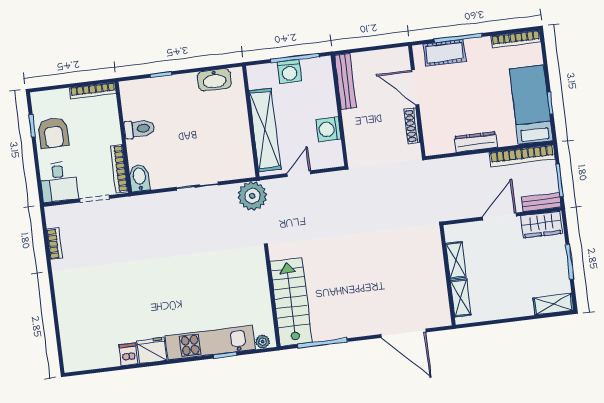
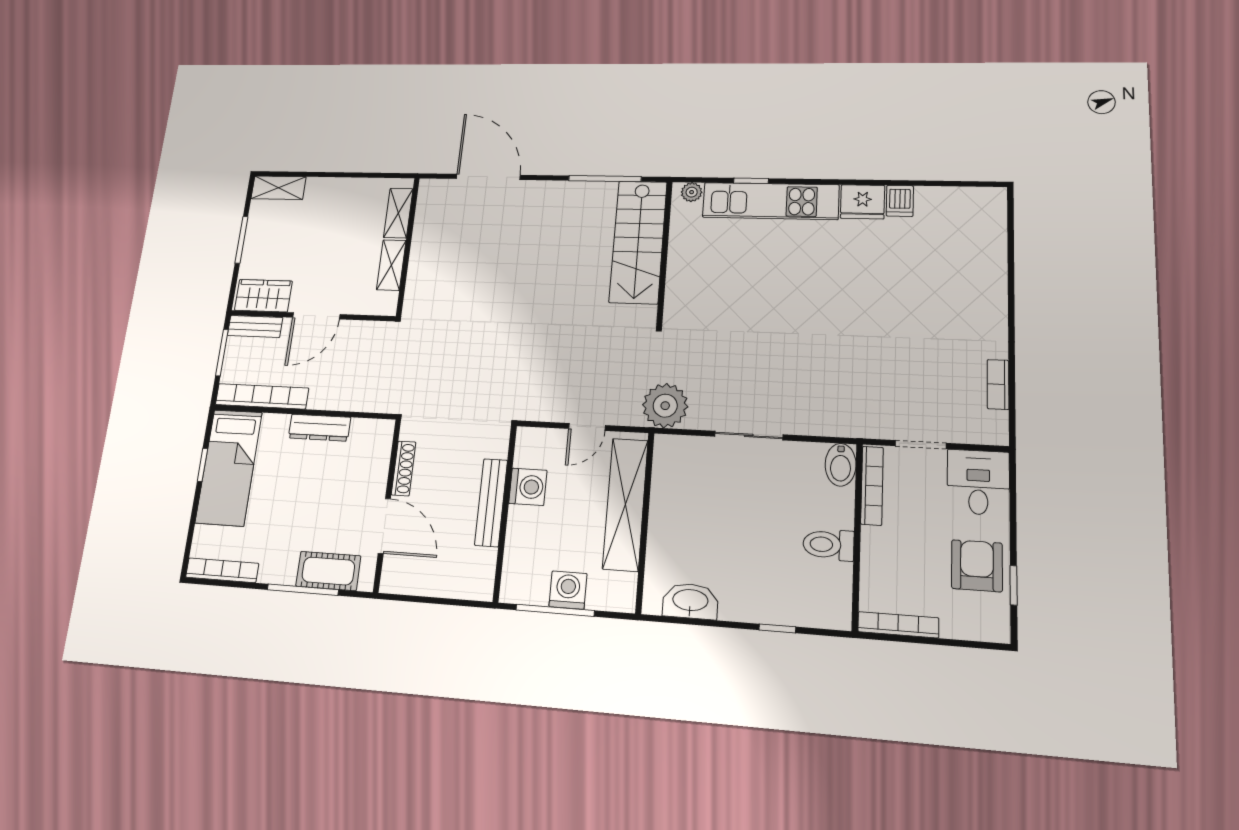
bench: (345, 81) -> (491, 502), moved

